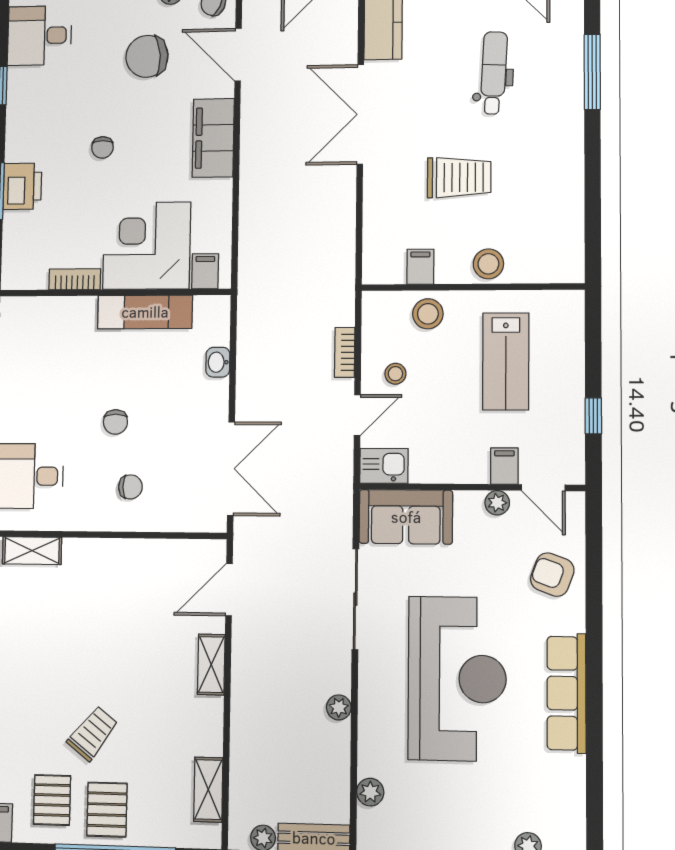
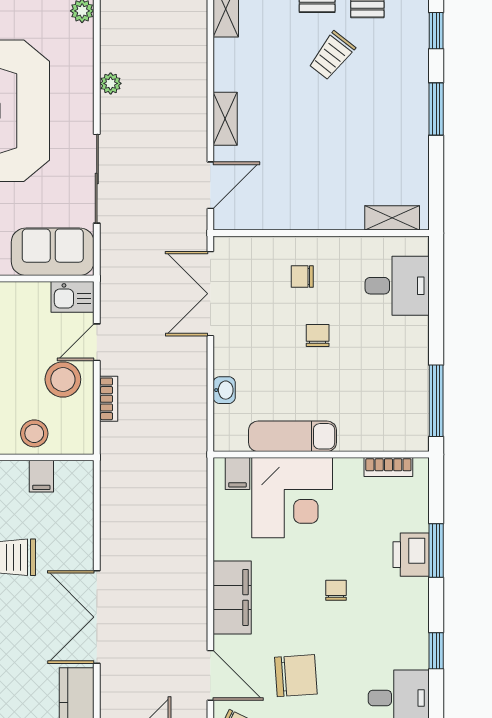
double door: (360, 114) -> (97, 617), swing flipped
bookcase: (75, 279) -> (388, 467), moved
stool: (395, 374) -> (63, 379), width x1.89, depth x1.89

